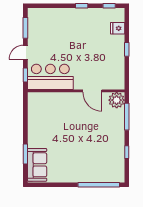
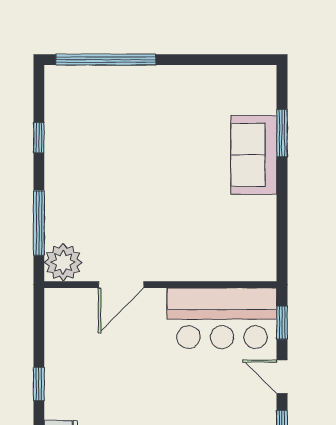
door: (25, 52) -> (282, 377), swing flipped
door: (92, 91) -> (121, 285), swing flipped
sofa: (37, 165) -> (254, 155), moved

